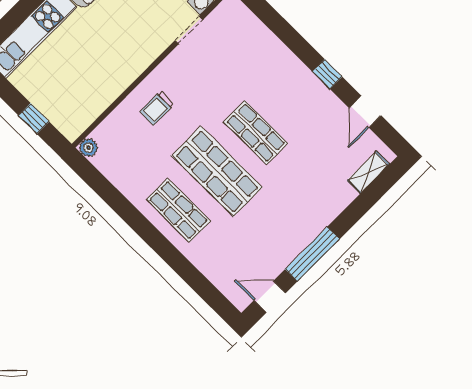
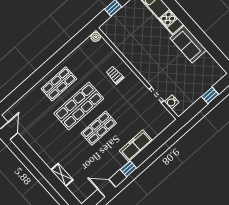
freezer: (284, 63) -> (136, 146), added
shelving: (368, 172) -> (62, 175), moved
window: (312, 254) -> (31, 155), removed

